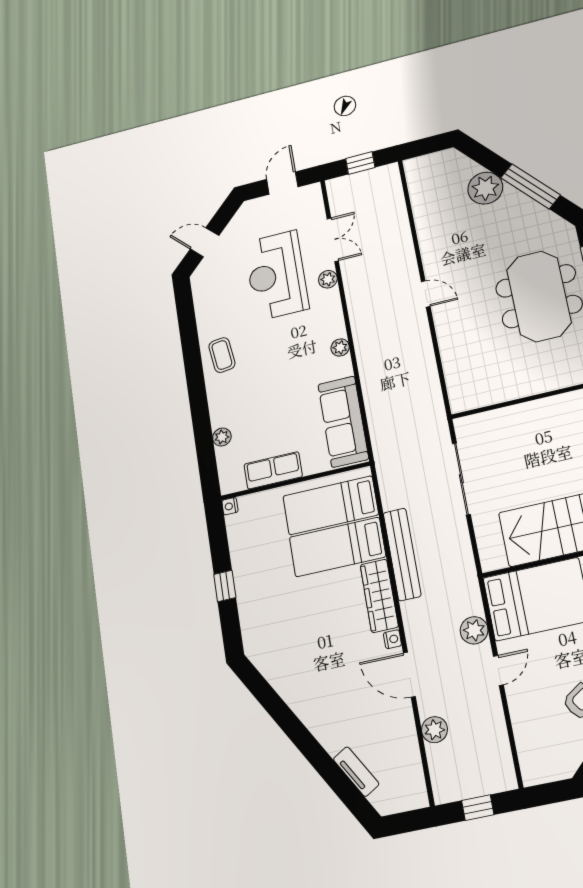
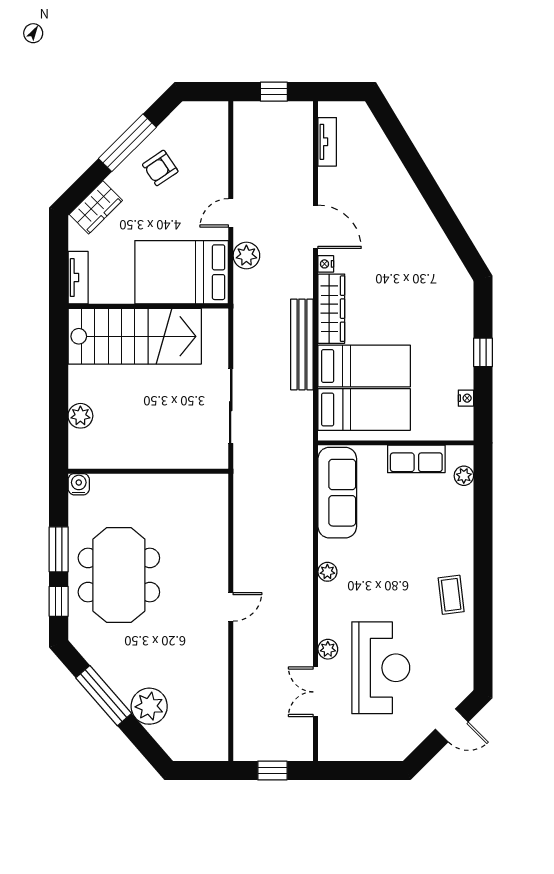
door: (282, 183) -> (359, 771), removed
door: (426, 294) -> (231, 607), swing flipped
plant: (222, 437) -> (464, 476), moved
nightstand: (230, 506) -> (466, 398), moved
plant: (434, 730) -> (301, 170), removed
tv unit: (356, 772) -> (327, 142), moved, turned -149

